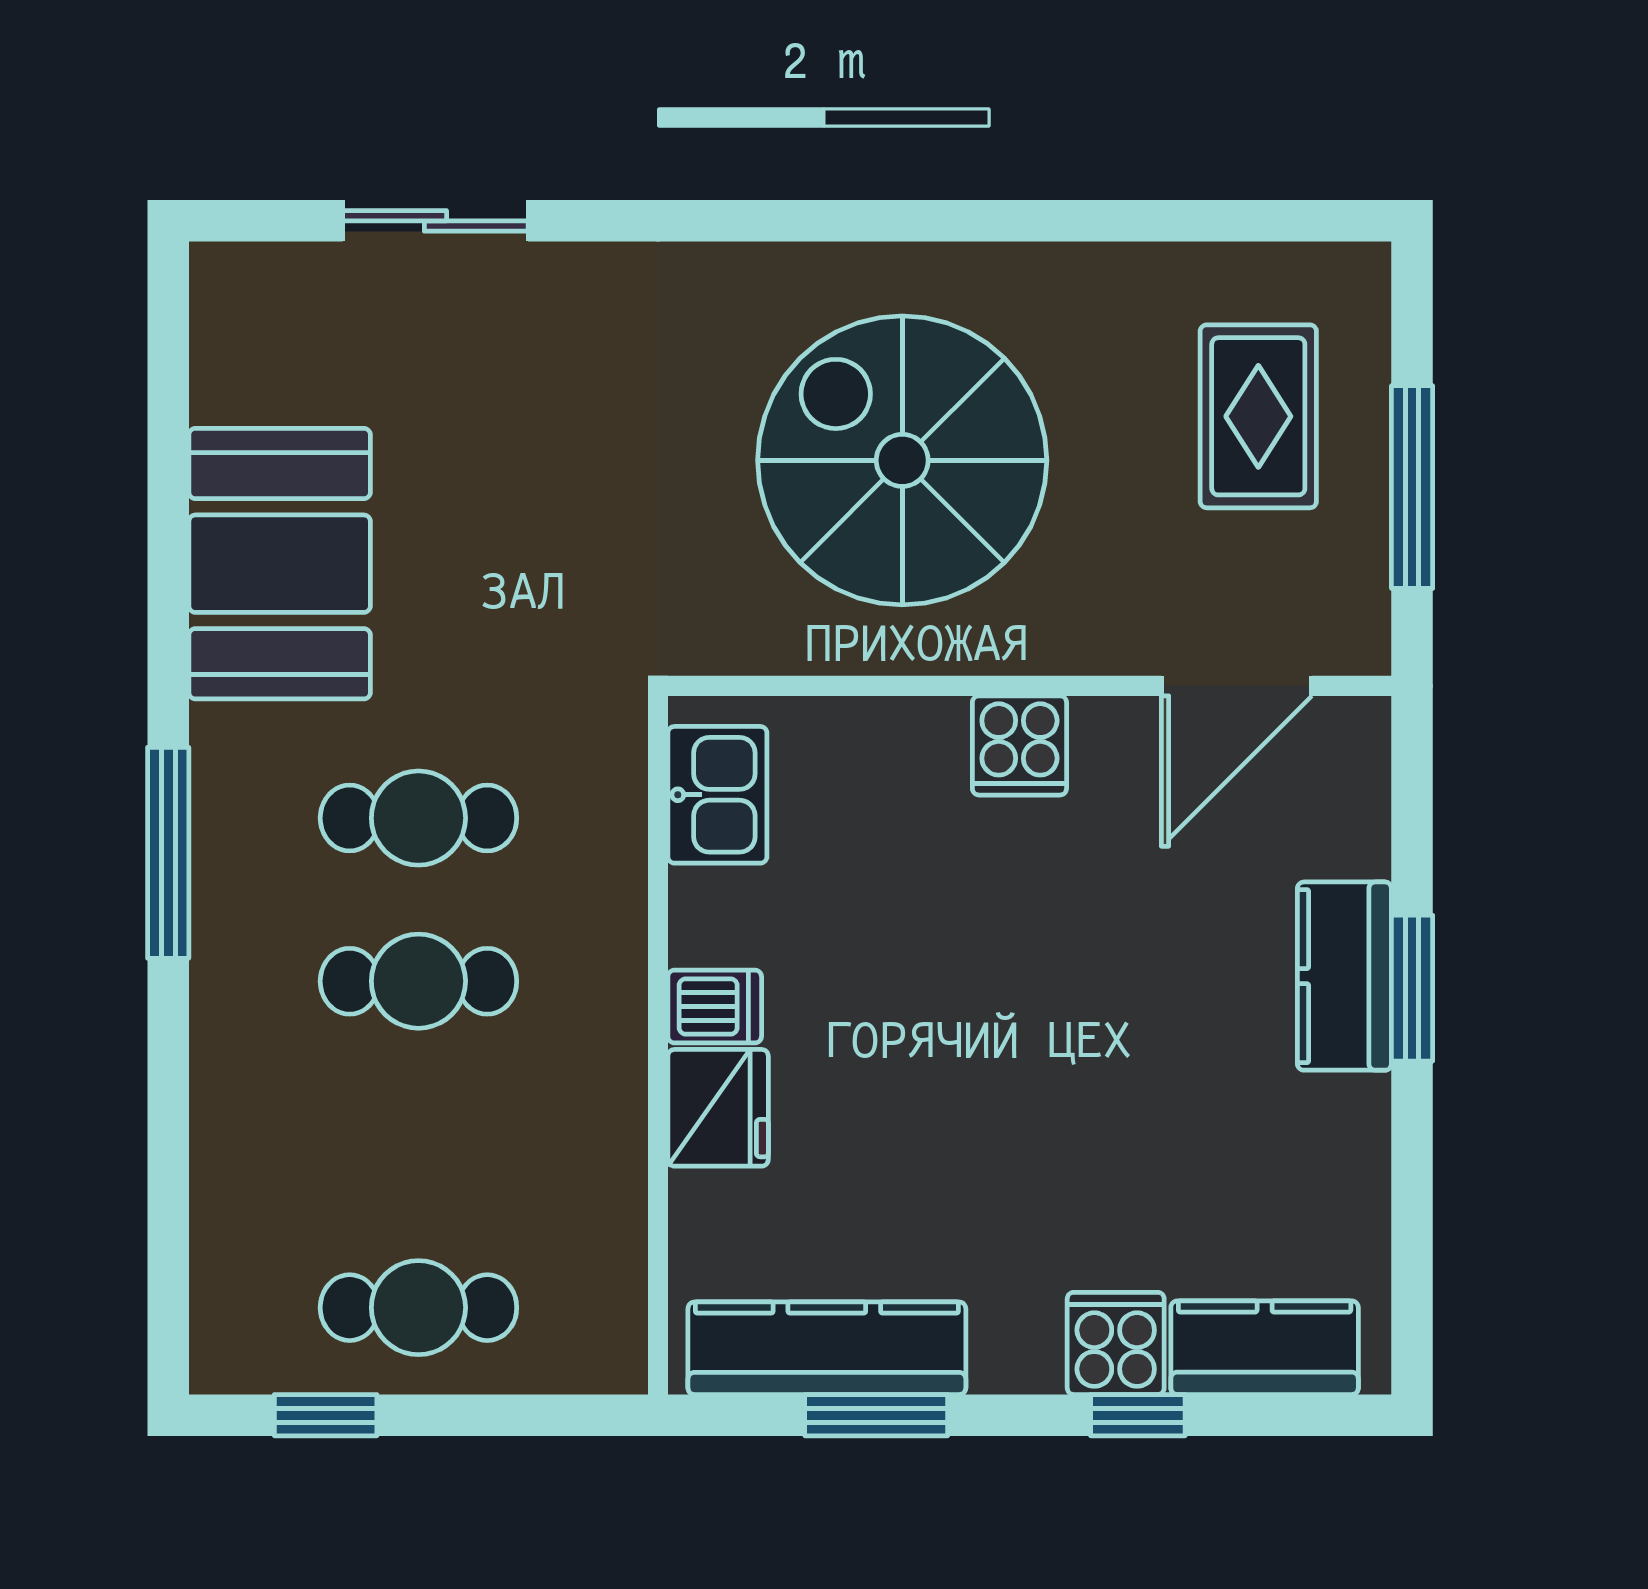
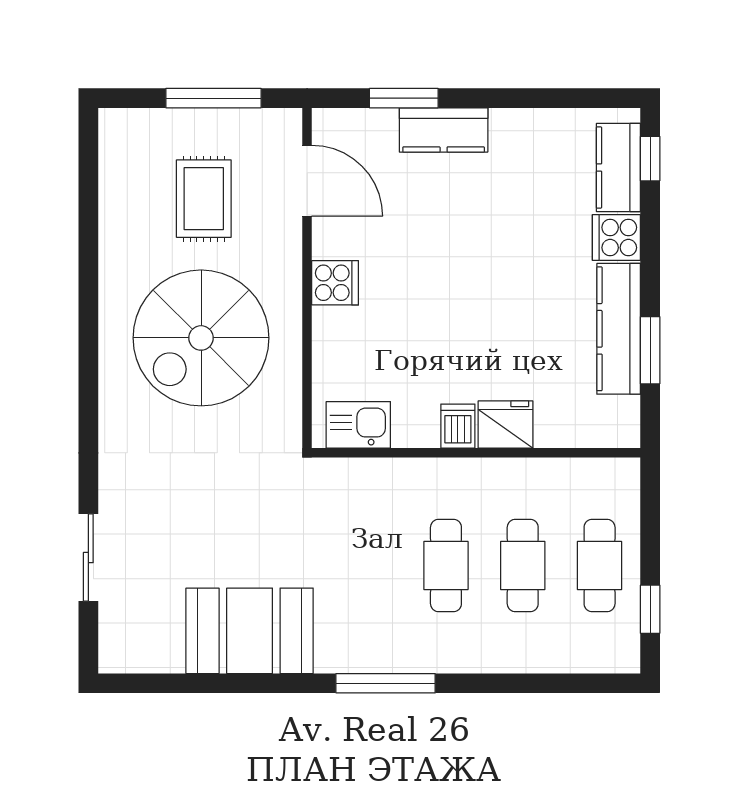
rug: (1258, 416) -> (204, 199), moved, turned 90
cafe table: (418, 818) -> (523, 566), moved
window: (1412, 988) -> (404, 98), moved
kitchen counter: (827, 1348) -> (619, 329), moved
window: (1138, 1415) -> (650, 159), moved

